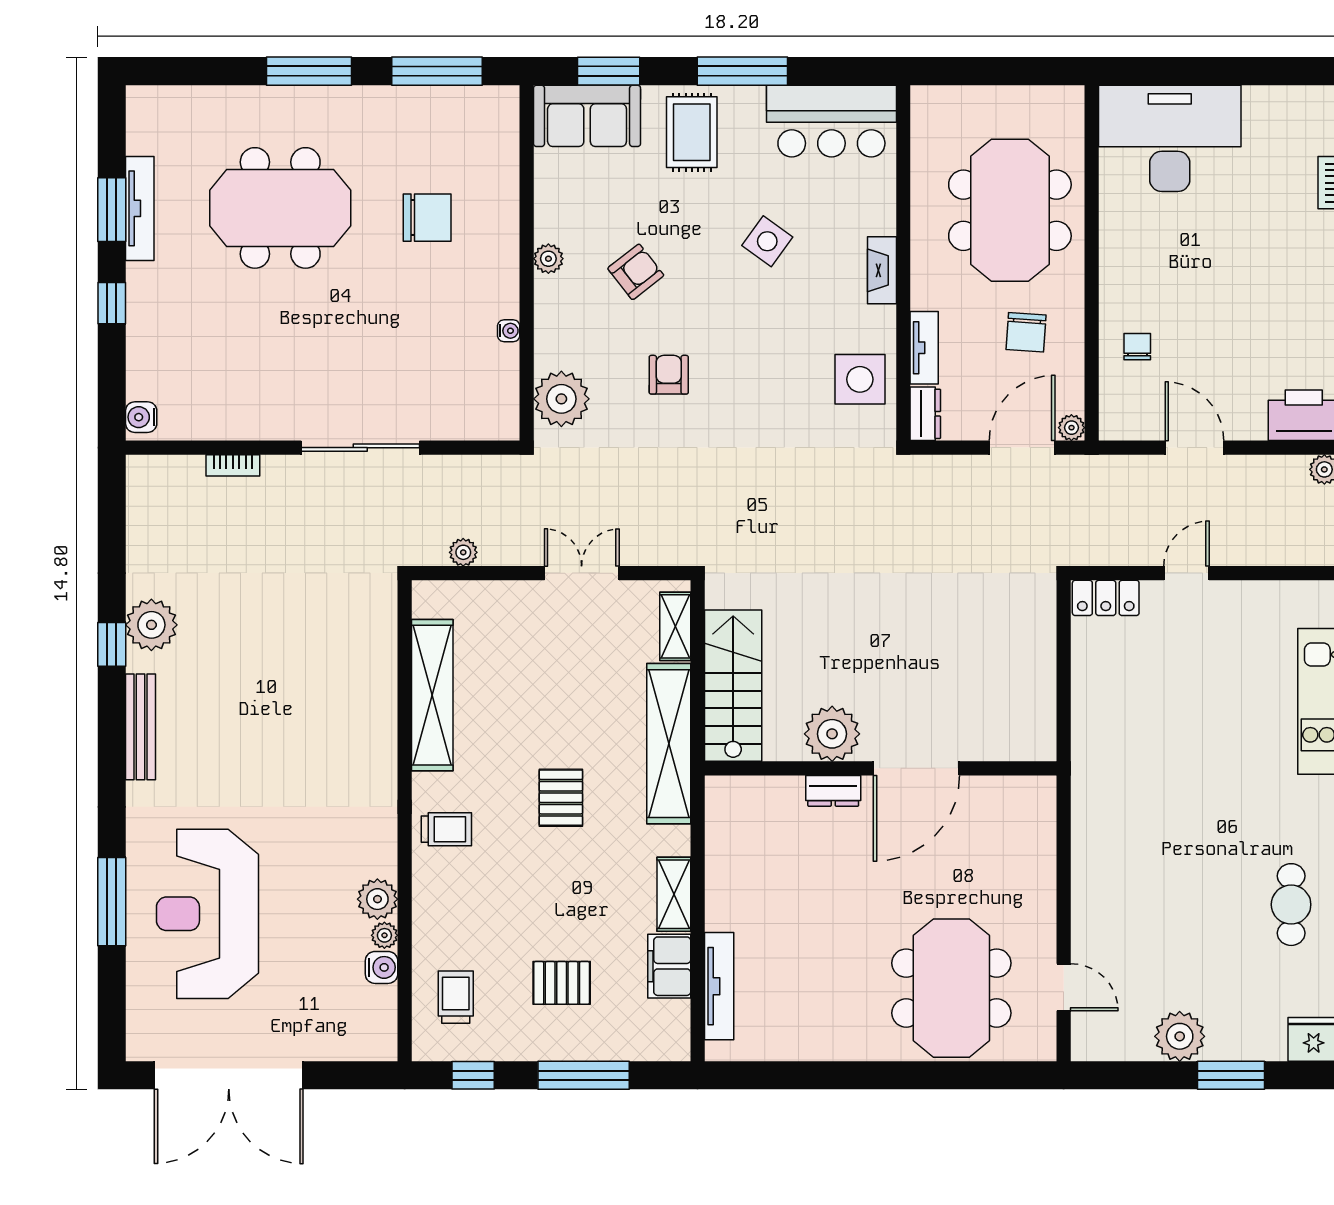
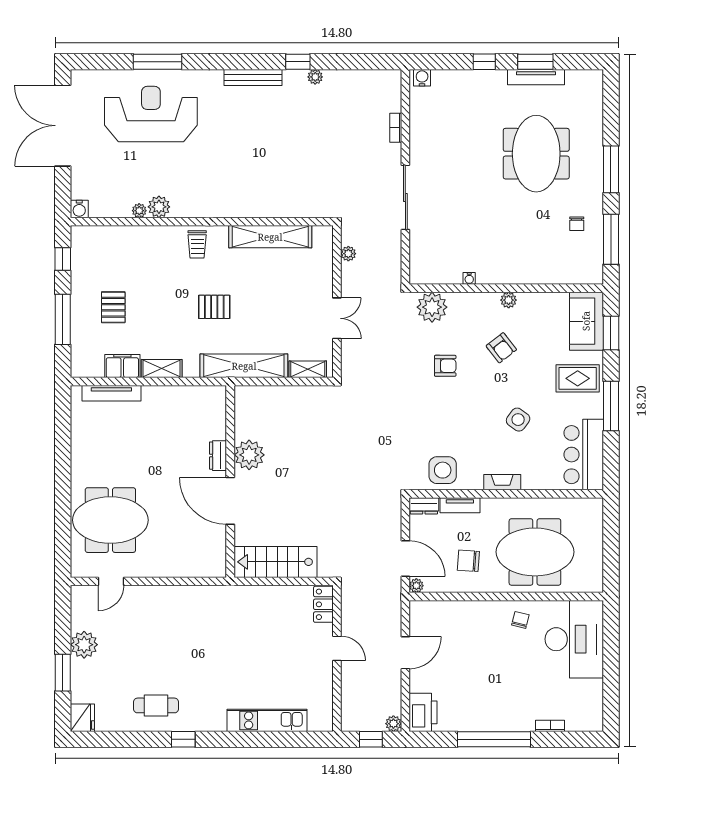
chair: (427, 218) -> (577, 224), moved, width x0.54, depth x0.54
chair: (1137, 347) -> (520, 620), moved, turned -76
plant: (151, 625) -> (315, 77), width x0.53, depth x0.53
stairs: (733, 686) -> (275, 562), moved, turned 180
water cooler: (382, 967) -> (79, 209), moved
trolley: (456, 997) -> (105, 250), removed

